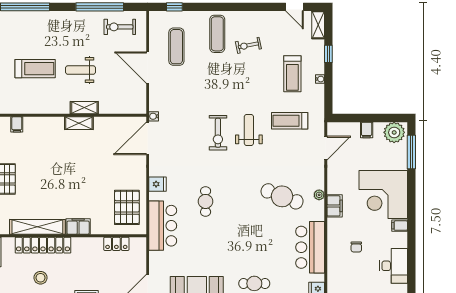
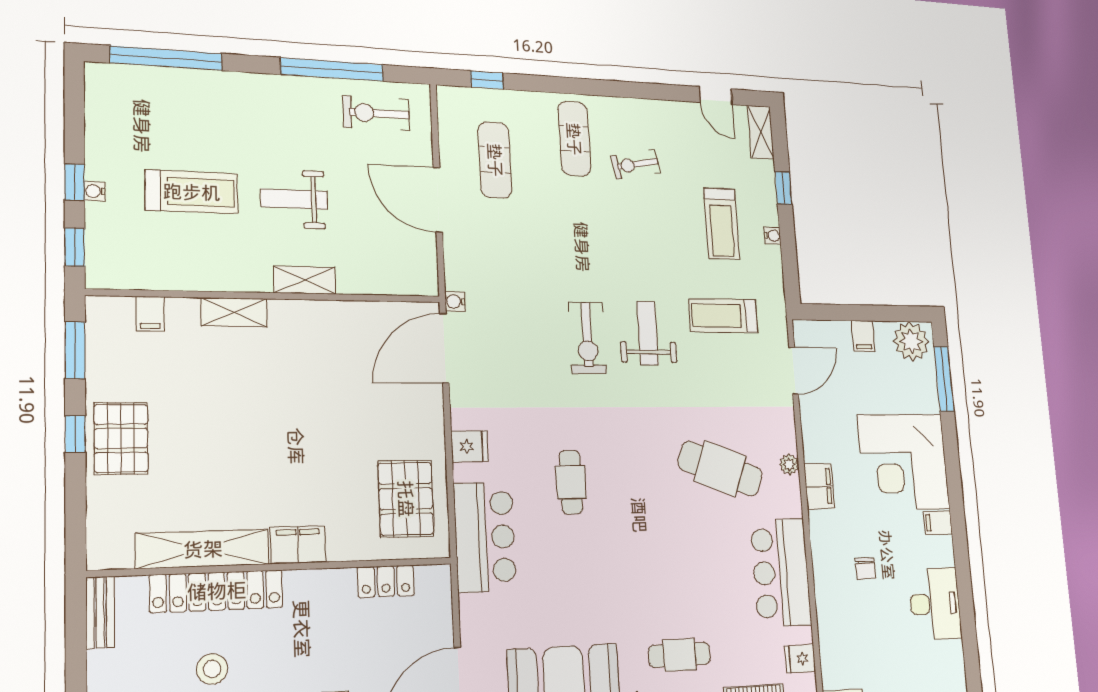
shelving: (79, 123) -> (234, 312), moved

